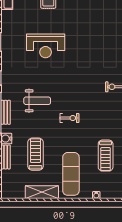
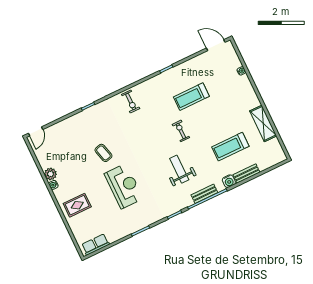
coffee table: (82, 42) -> (103, 153), added
treadmill: (106, 156) -> (191, 97), moved, turned 180
exercise mat: (71, 174) -> (233, 104), removed

